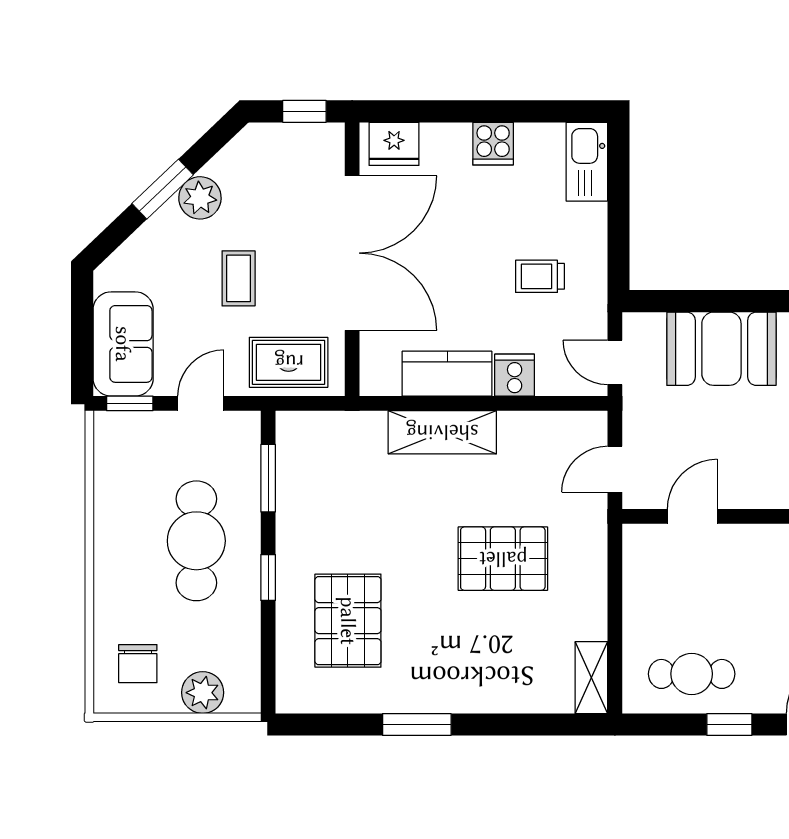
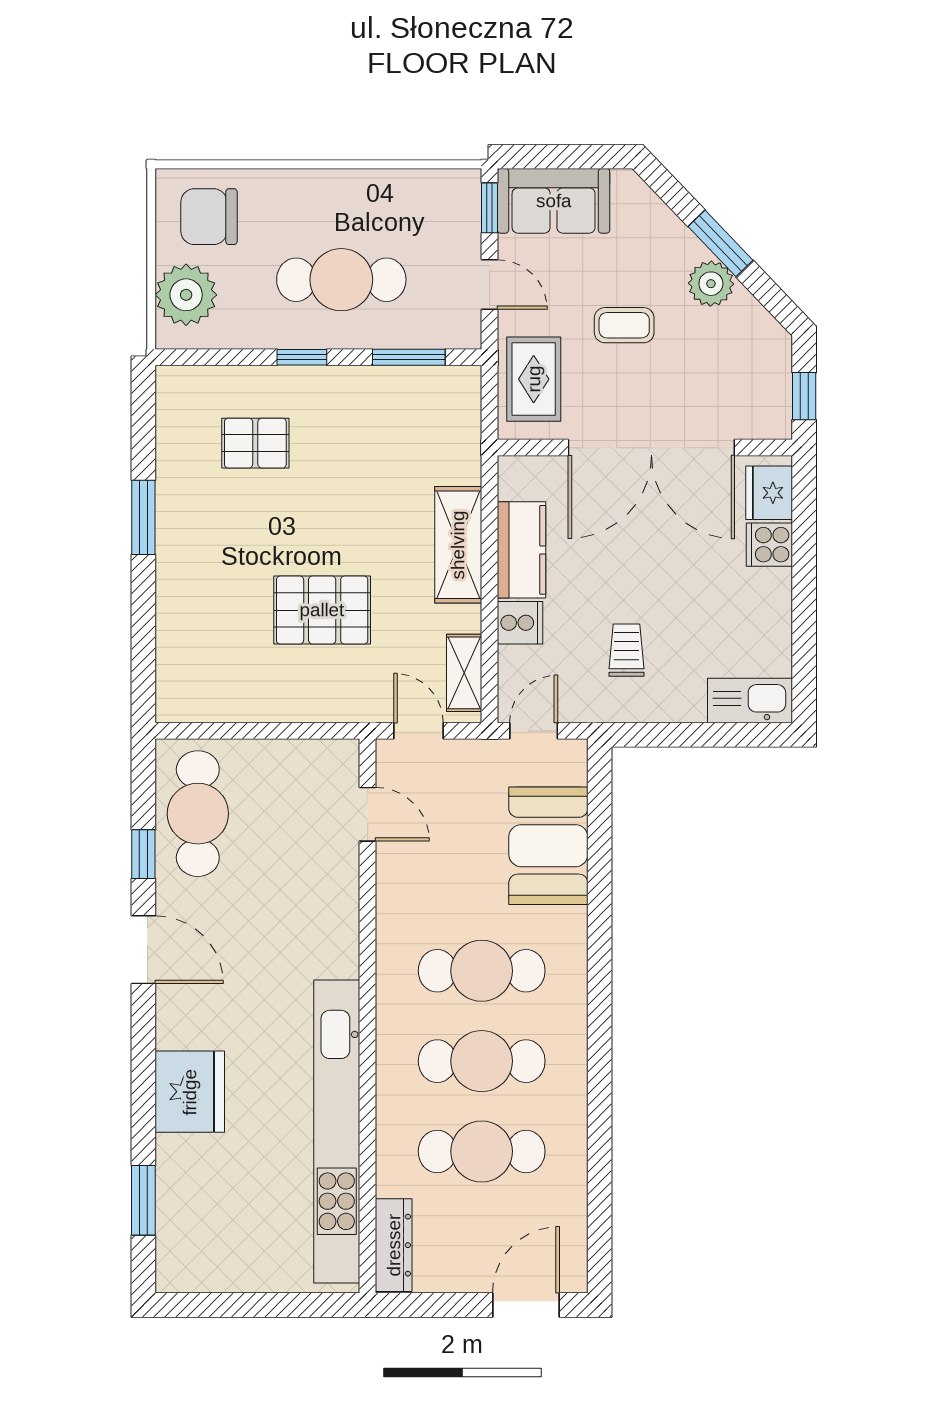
cooker: (493, 144) -> (769, 545), moved
pallet: (503, 559) -> (322, 610), turned 90
pallet: (348, 621) -> (255, 443), width x0.67, depth x0.71
chair: (138, 664) -> (209, 217), width x1.37, depth x1.37
cafe table: (692, 674) -> (198, 814), width x1.37, depth x1.35
shelving: (591, 678) -> (464, 673), moved, turned 90
plant: (203, 693) -> (186, 295), width x1.36, depth x1.36

